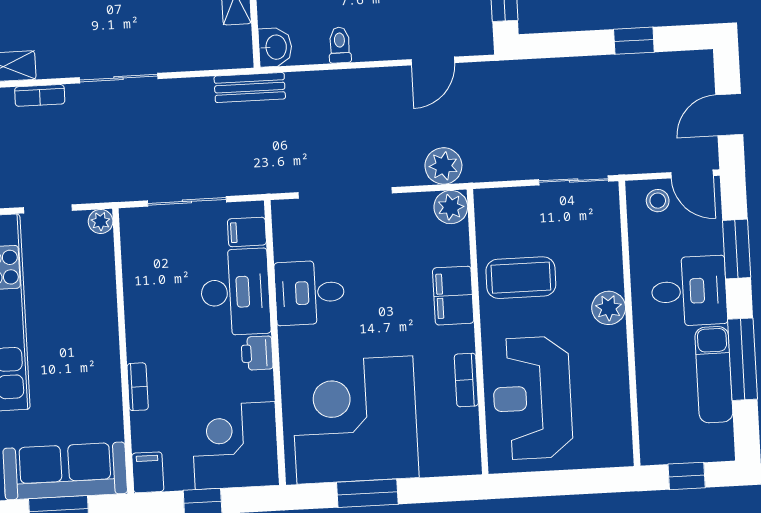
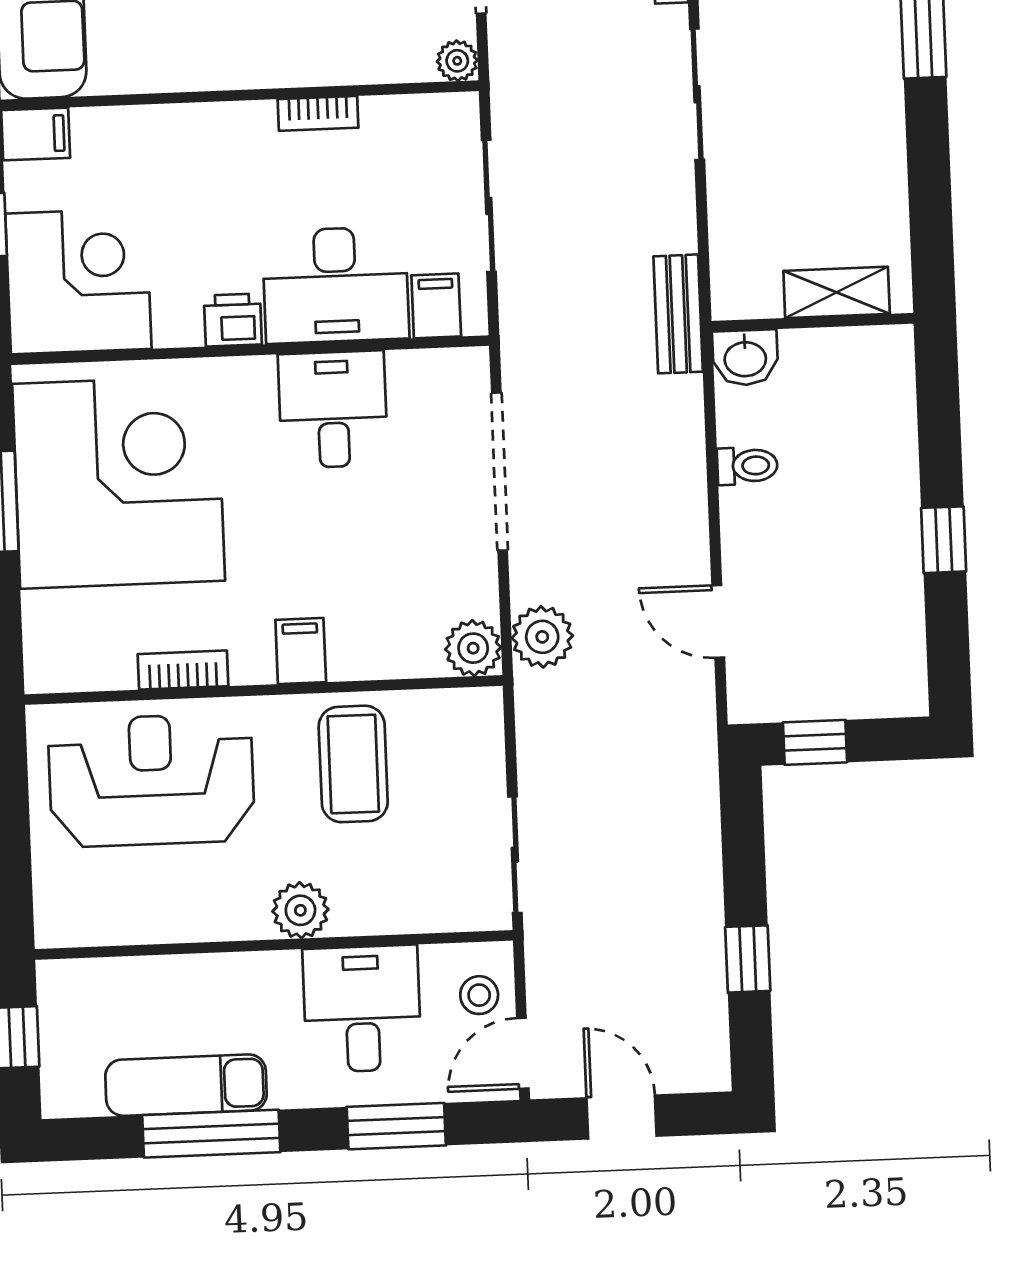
desk: (689, 291) -> (362, 1009), moved, turned 180
filing cabinet: (453, 296) -> (301, 651), width x0.50
bookcase: (138, 387) -> (318, 113), moved

